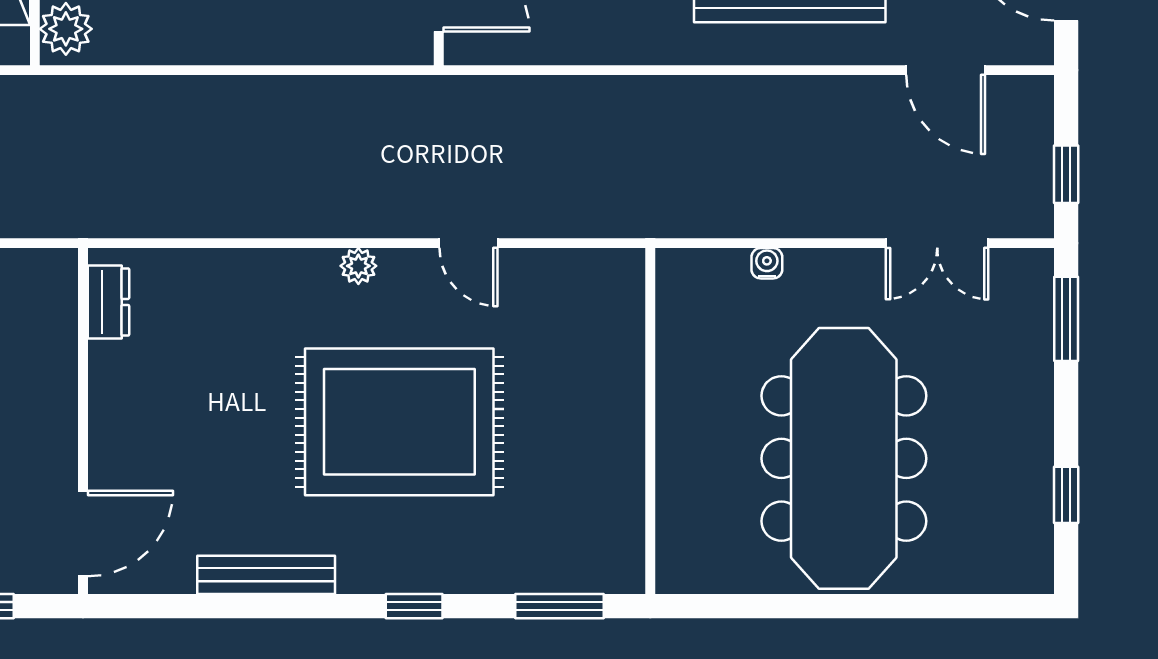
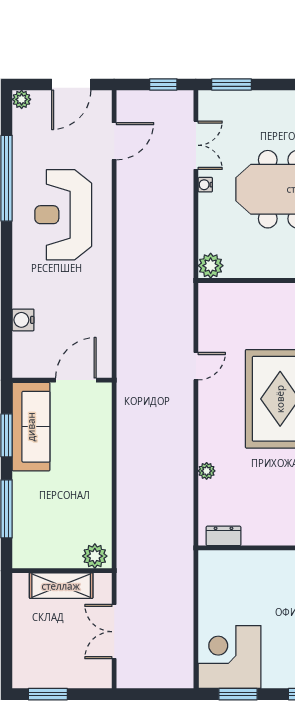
water cooler: (767, 263) -> (205, 185), moved
plant: (358, 266) -> (207, 471), moved
plant: (682, 275) -> (211, 266), added

